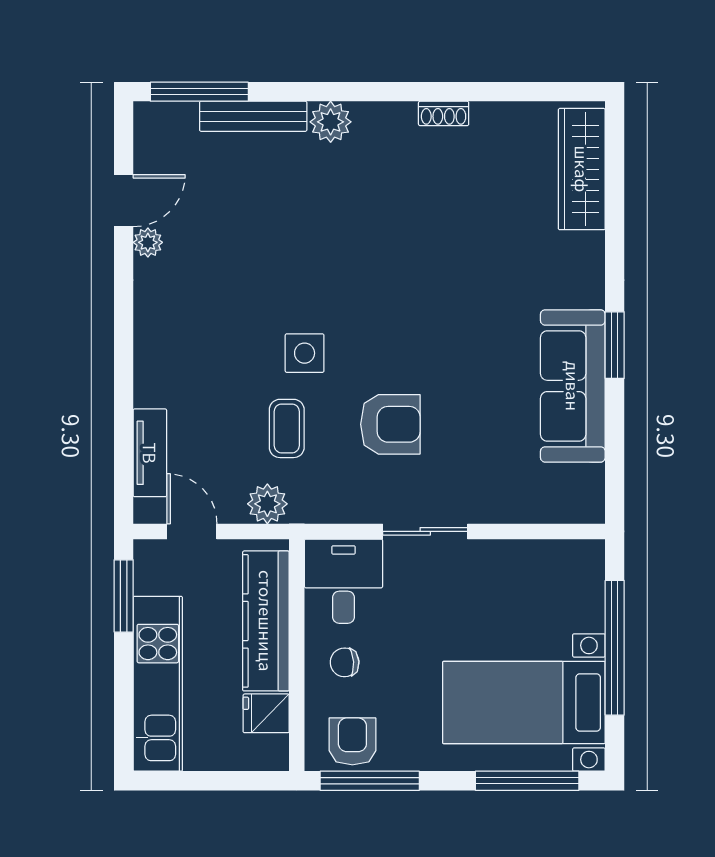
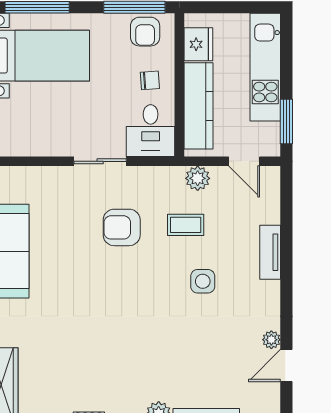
side table: (305, 353) -> (203, 281), moved
coffee table: (287, 428) -> (186, 225), turned 90
tv unit: (150, 453) -> (270, 252), moved
fridge: (266, 713) -> (198, 44), width x1.38

